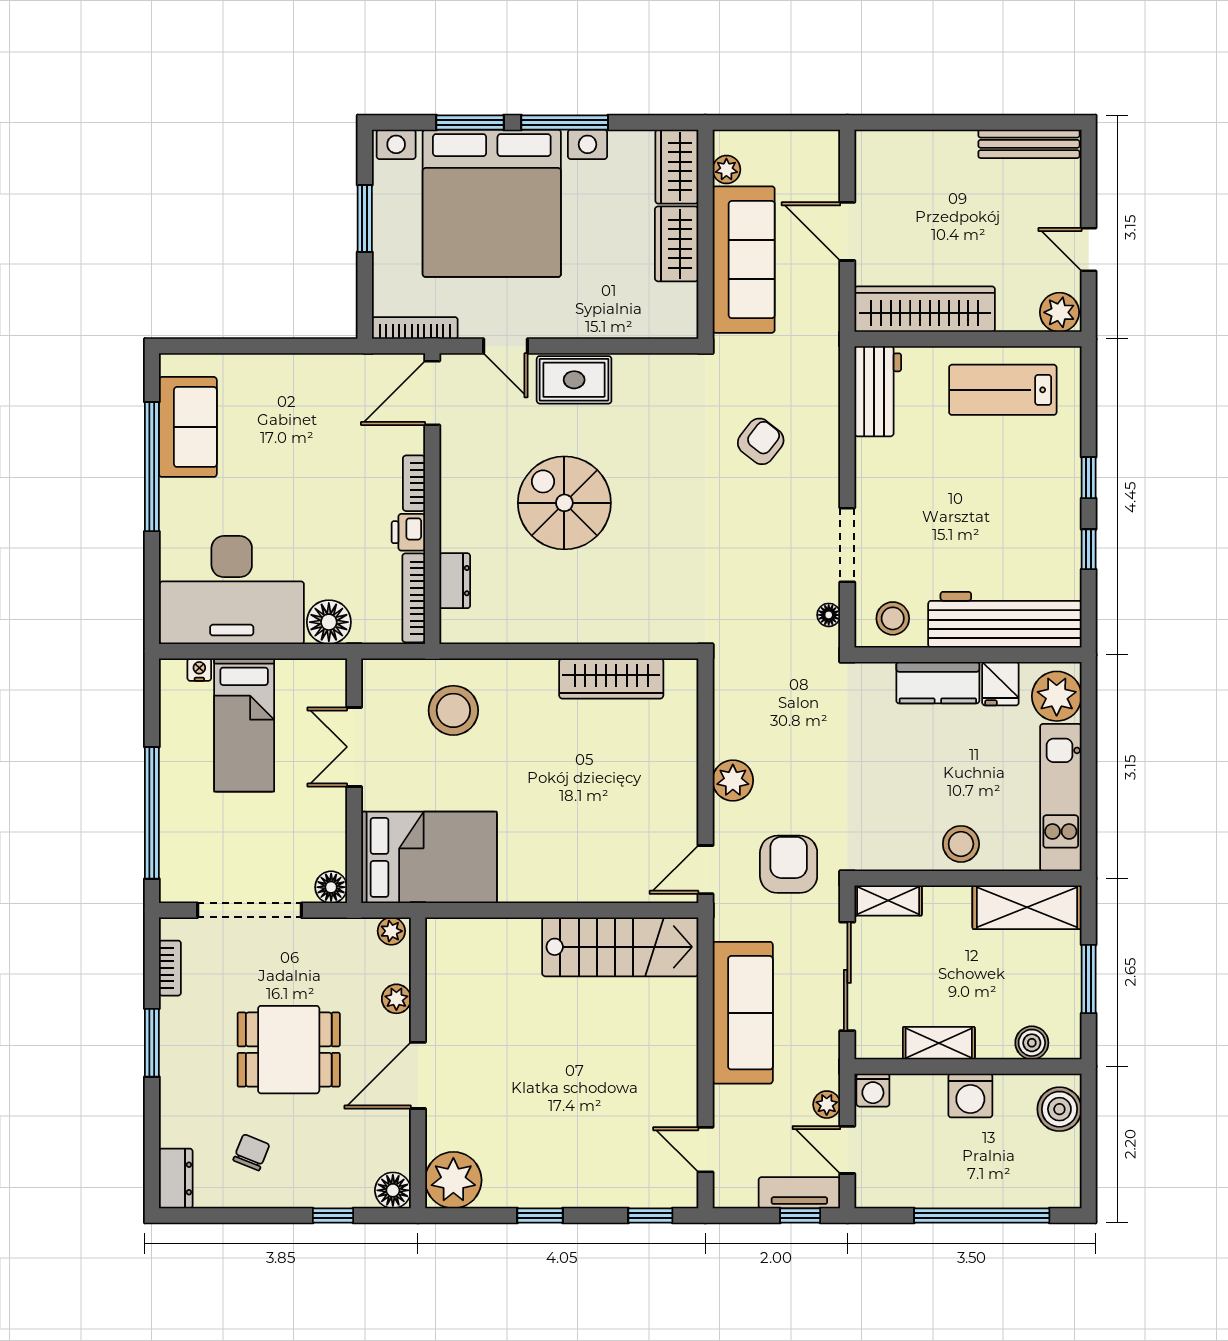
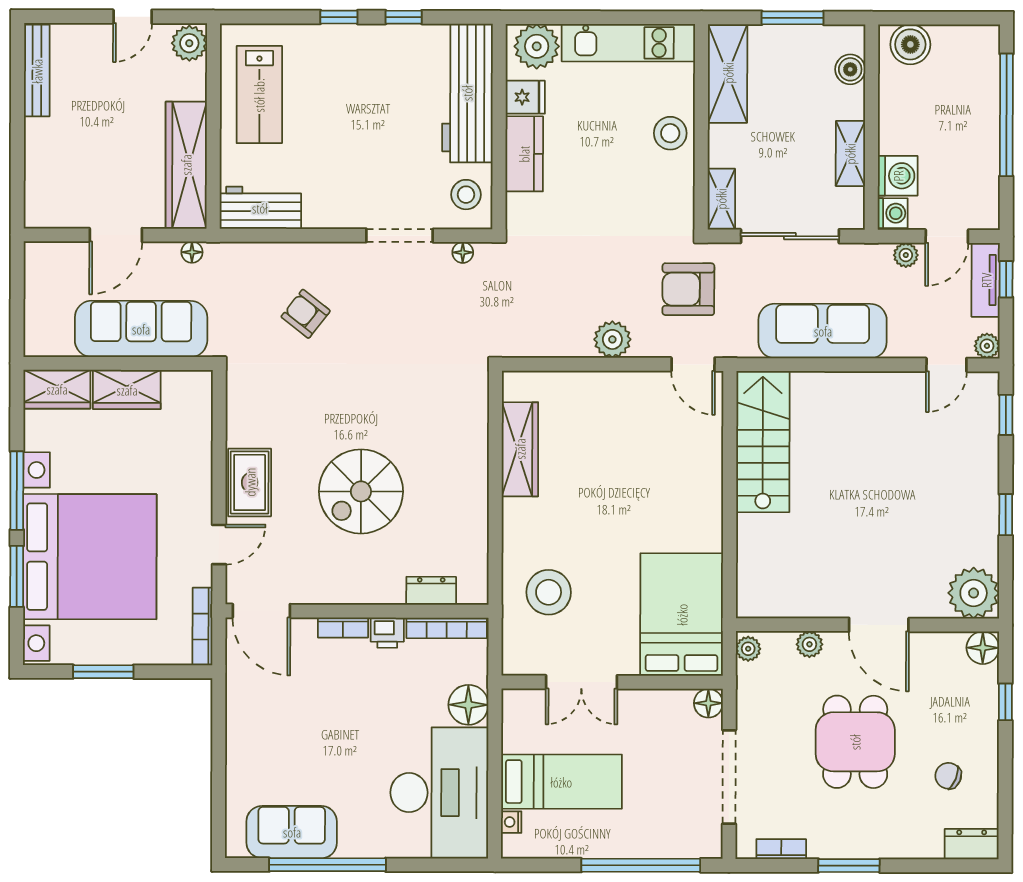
plant: (726, 170) -> (987, 346), moved
floor lamp: (829, 316) -> (192, 252), added
washing machine: (970, 1095) -> (898, 176), moved

